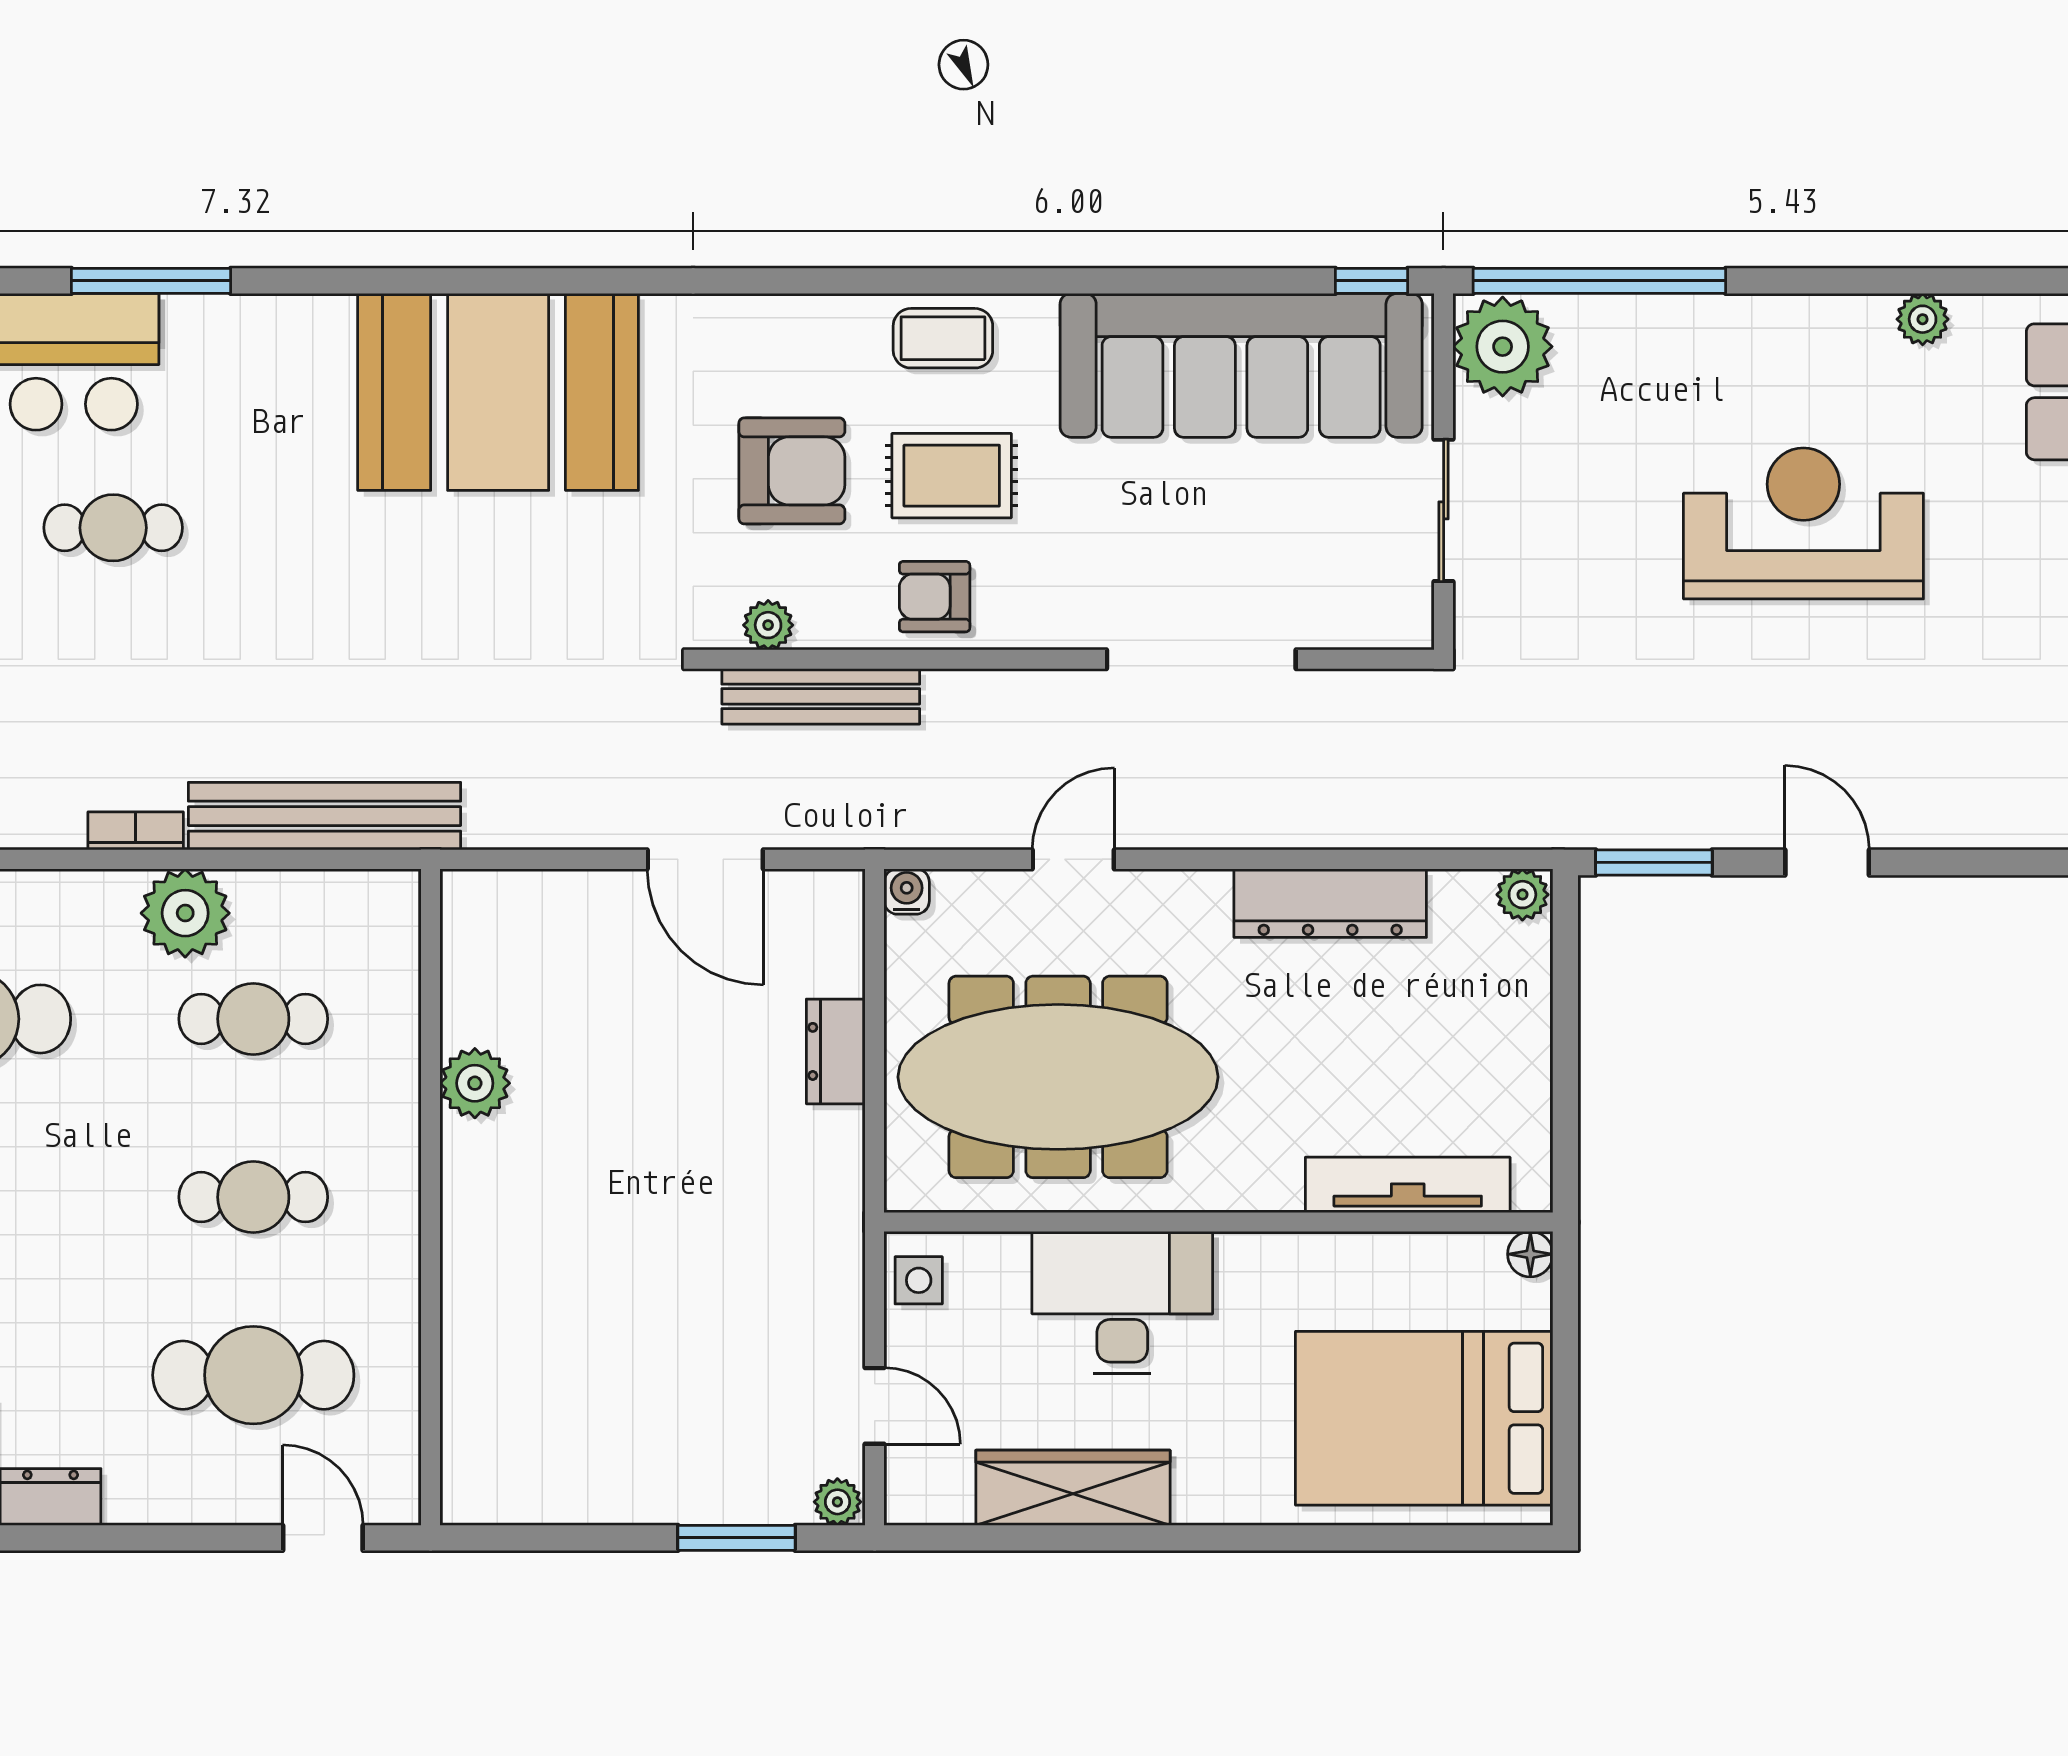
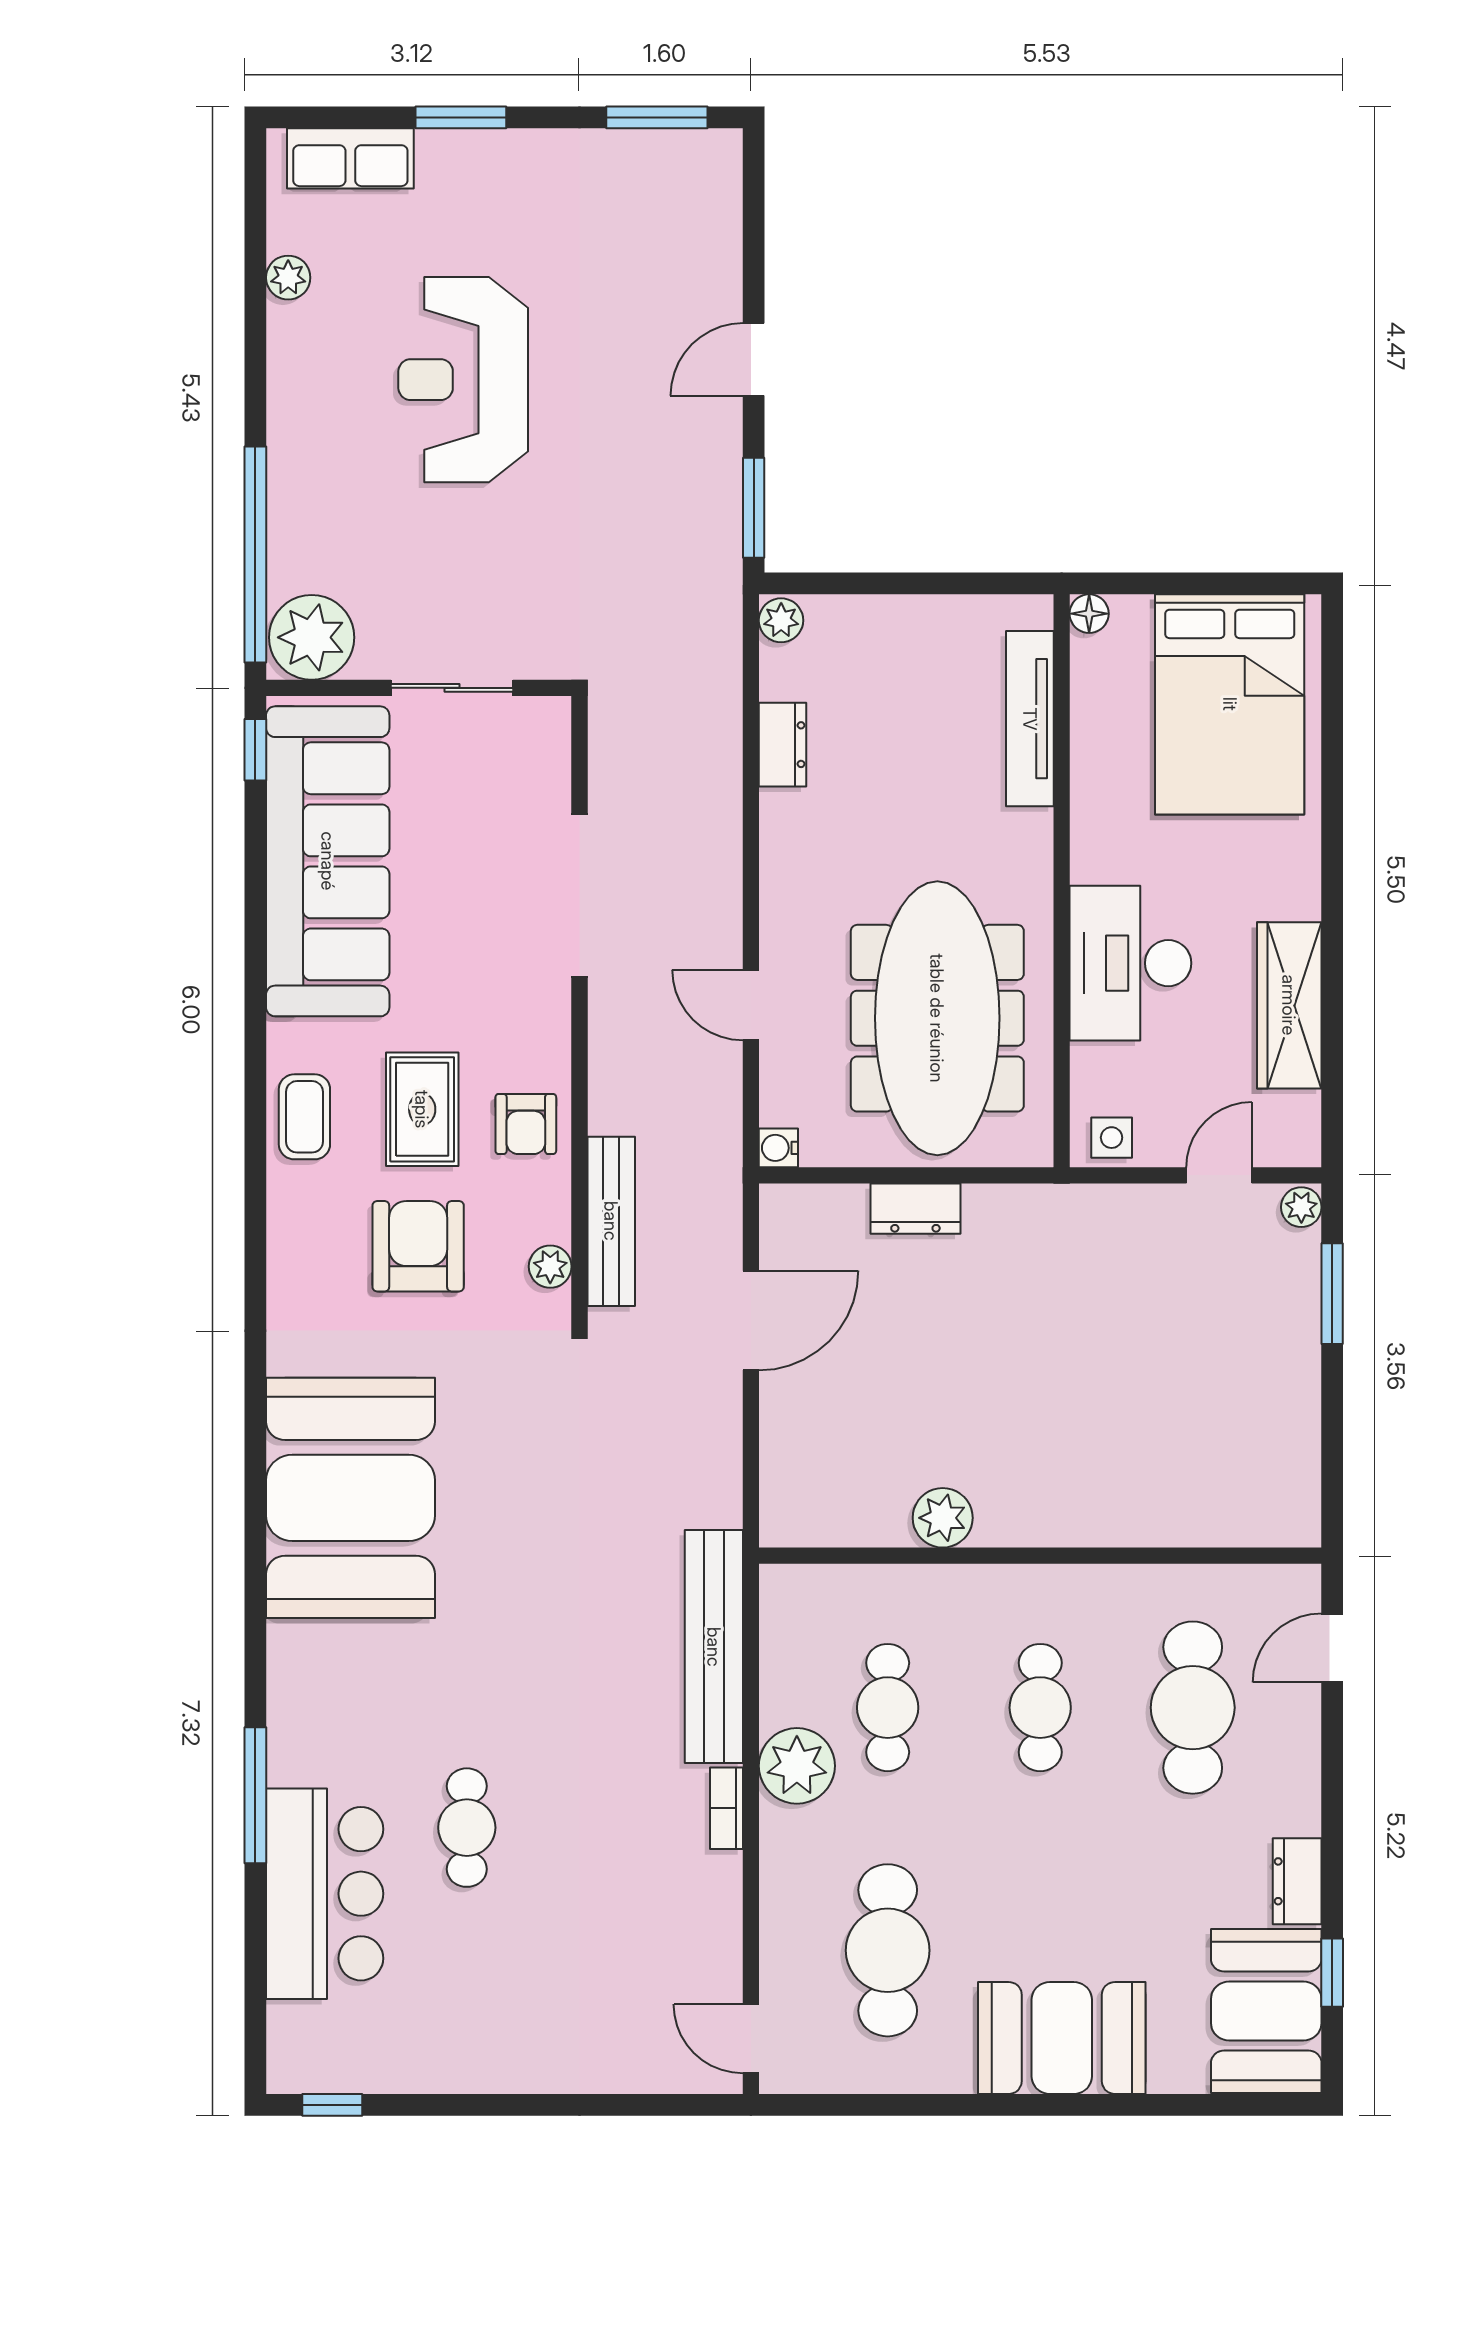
dresser: (1330, 903) -> (783, 745), width x0.51, depth x0.80

